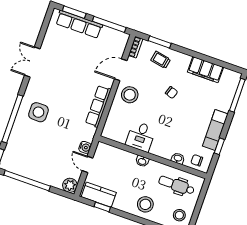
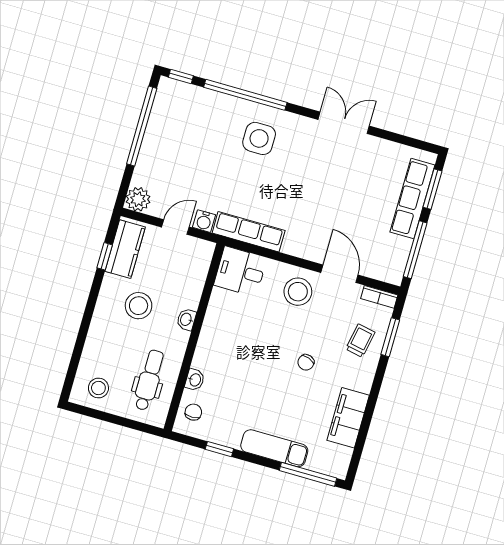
row of seats: (98, 106) -> (249, 232), moved
exam couch: (215, 130) -> (274, 448), moved
desk: (141, 136) -> (240, 271), moved
stool: (145, 204) -> (139, 306), moved

